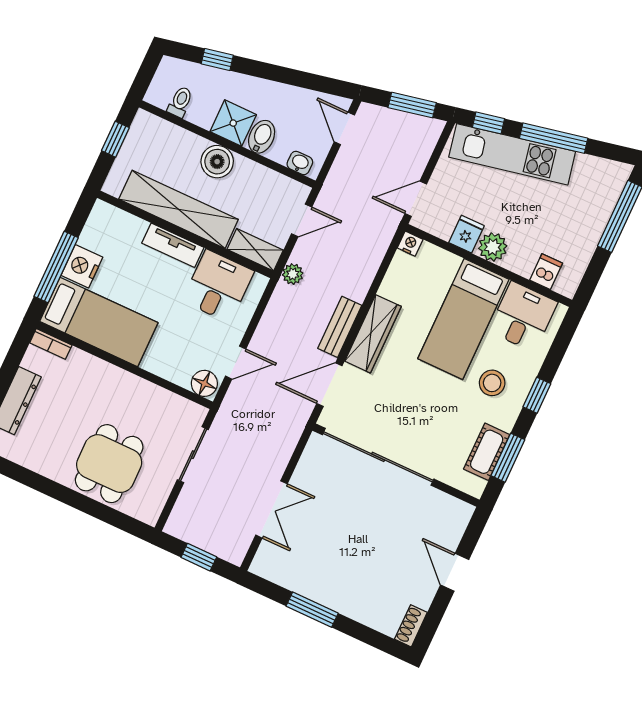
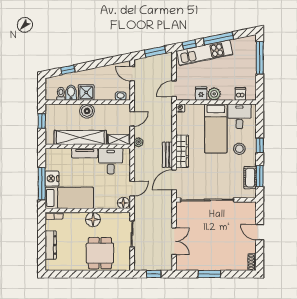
bidet: (262, 137) -> (71, 93), moved
floor lamp: (127, 388) -> (93, 219), added

